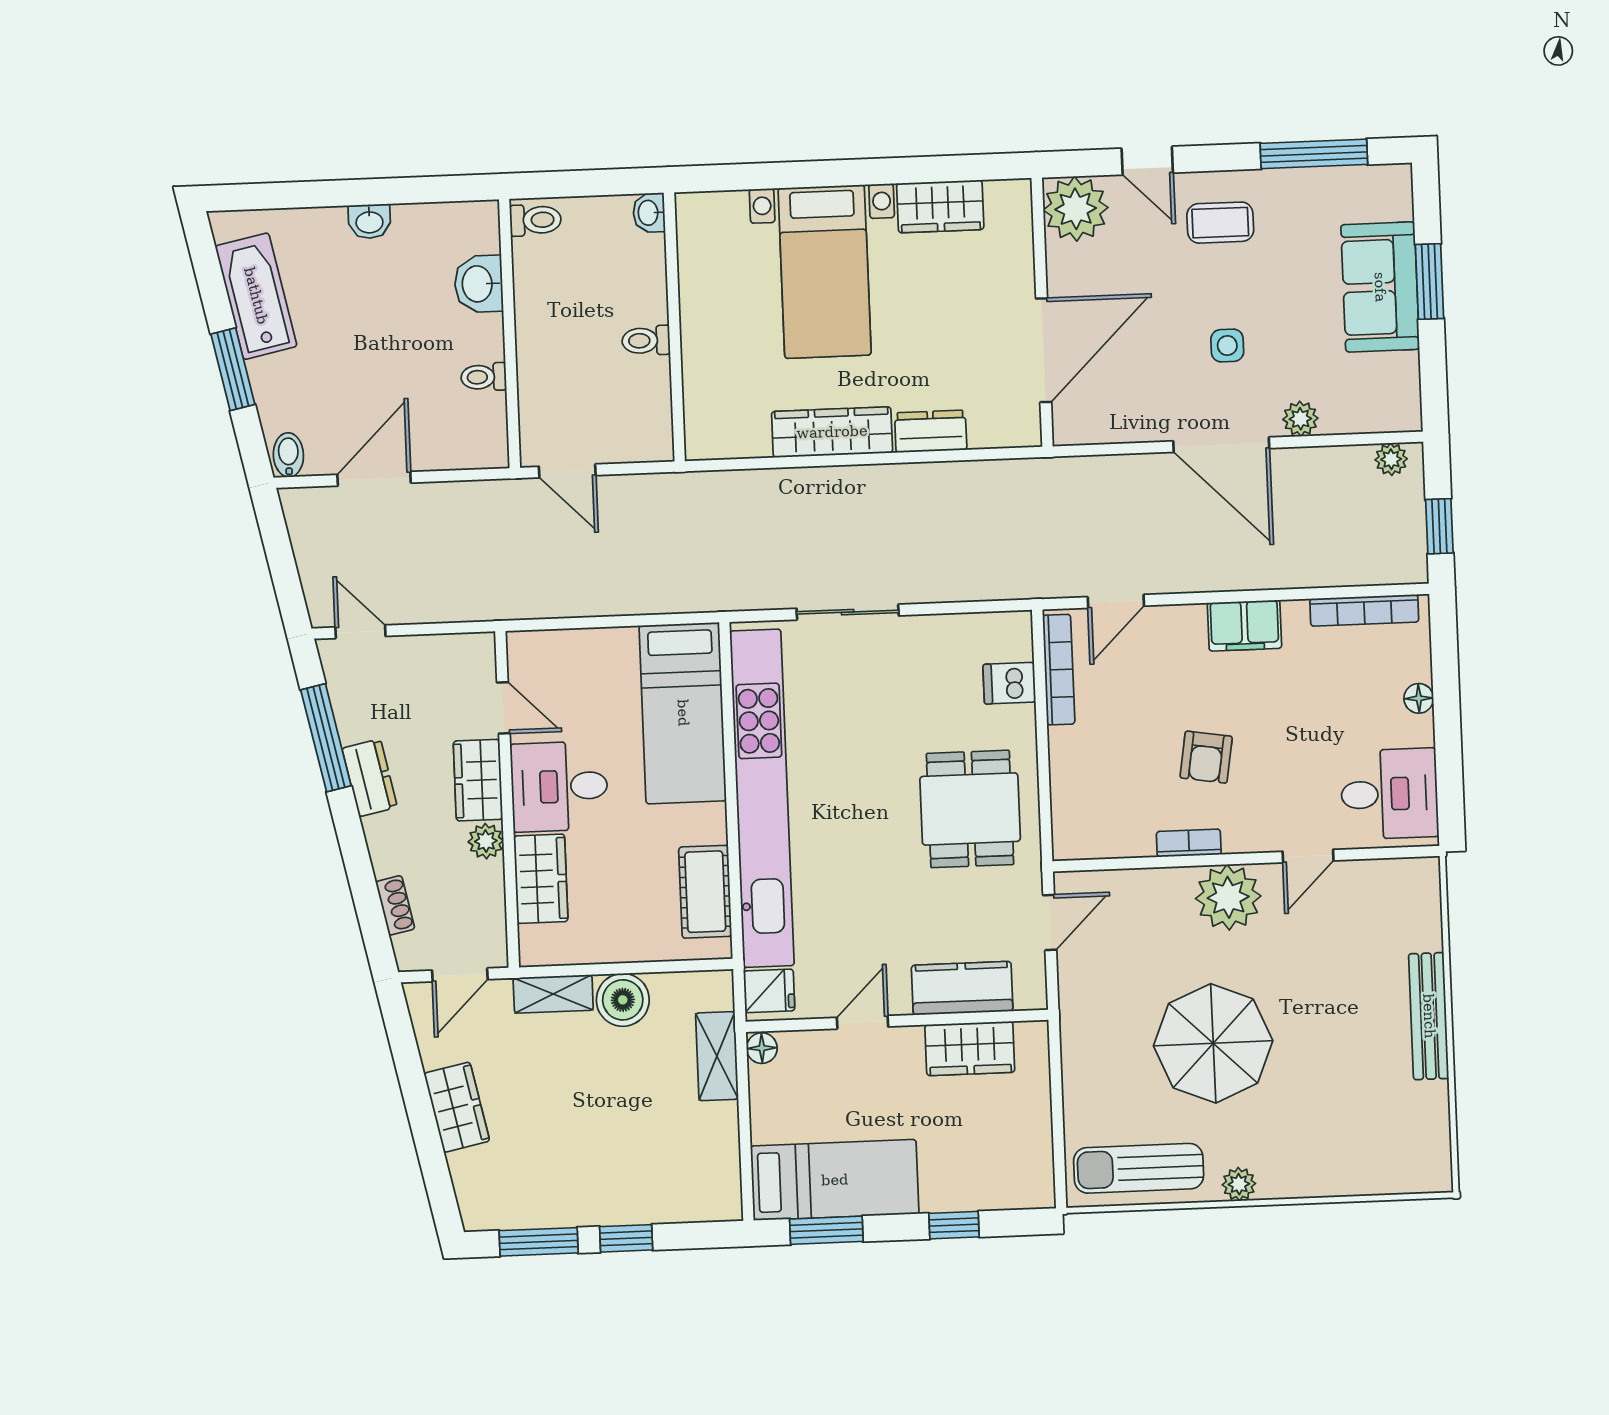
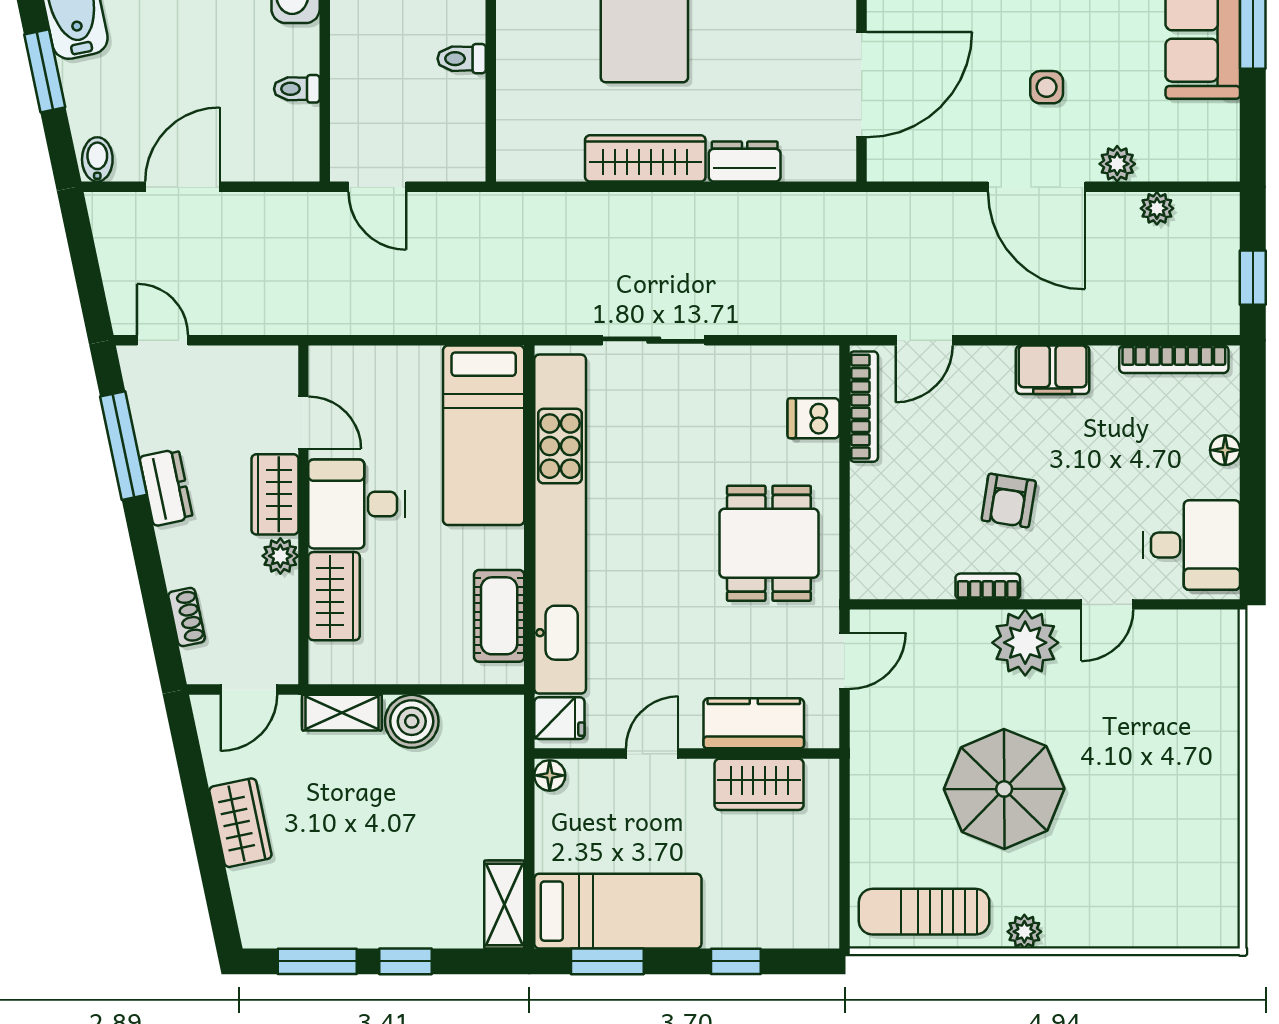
plant: (1391, 459) -> (1157, 208), moved
bench: (1429, 1016) -> (1222, 770), removed
shelving: (717, 1056) -> (504, 905), moved

